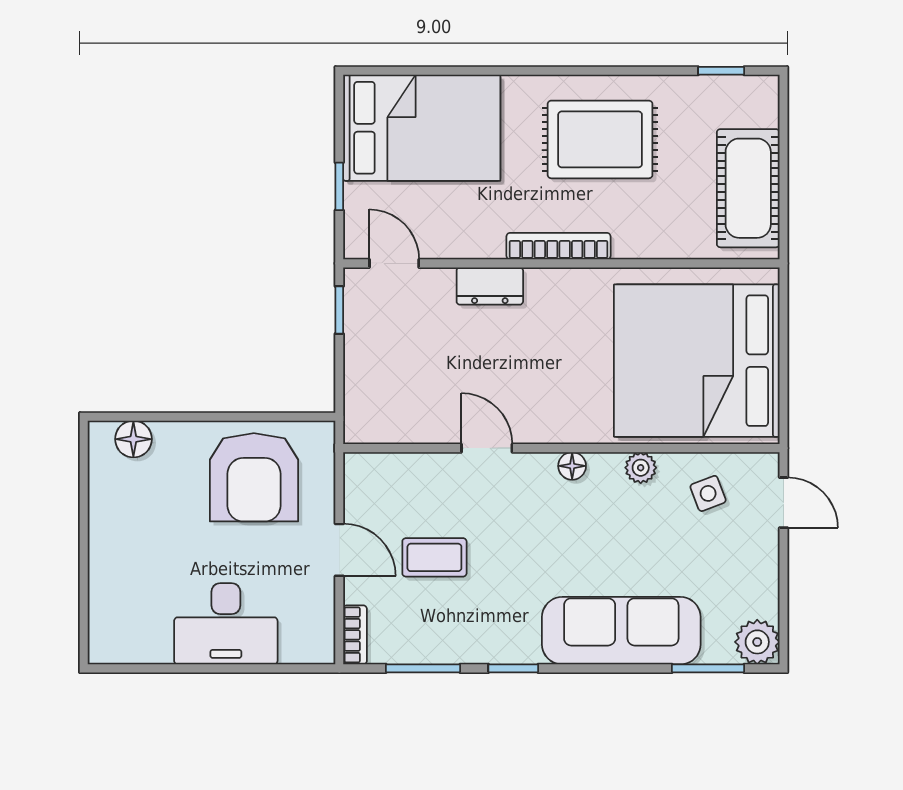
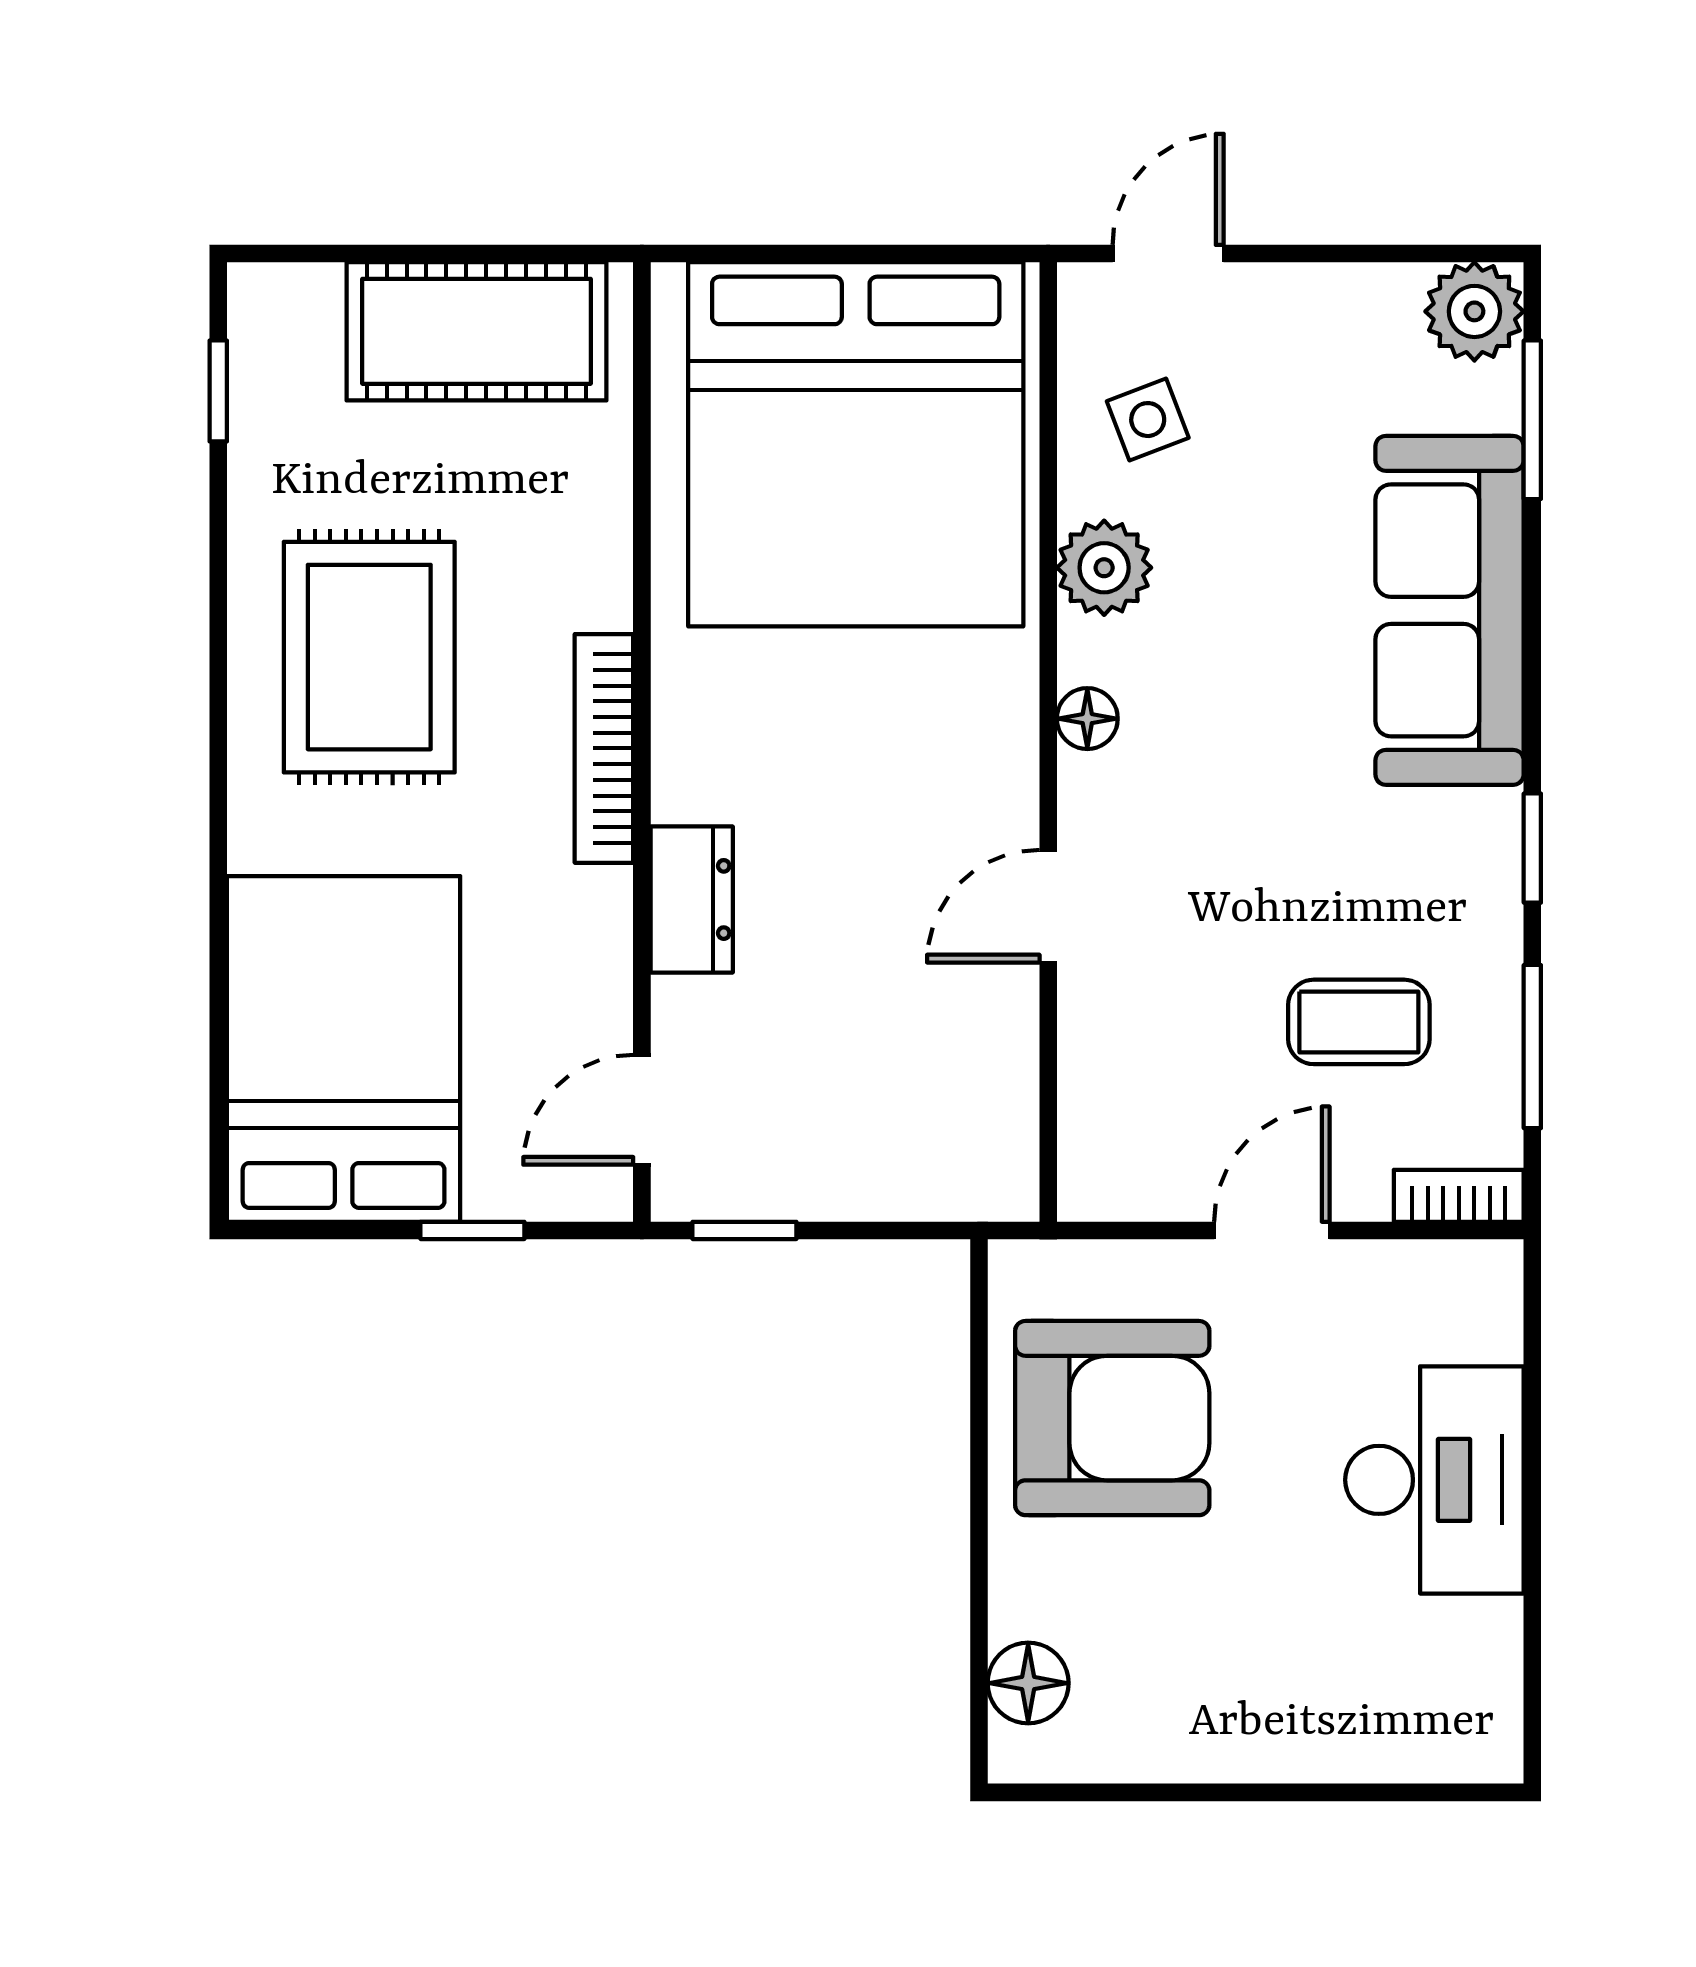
plant: (641, 468) -> (1104, 568), width x1.38, depth x1.38
coffee table: (434, 557) -> (1359, 1022), moved, turned 90

